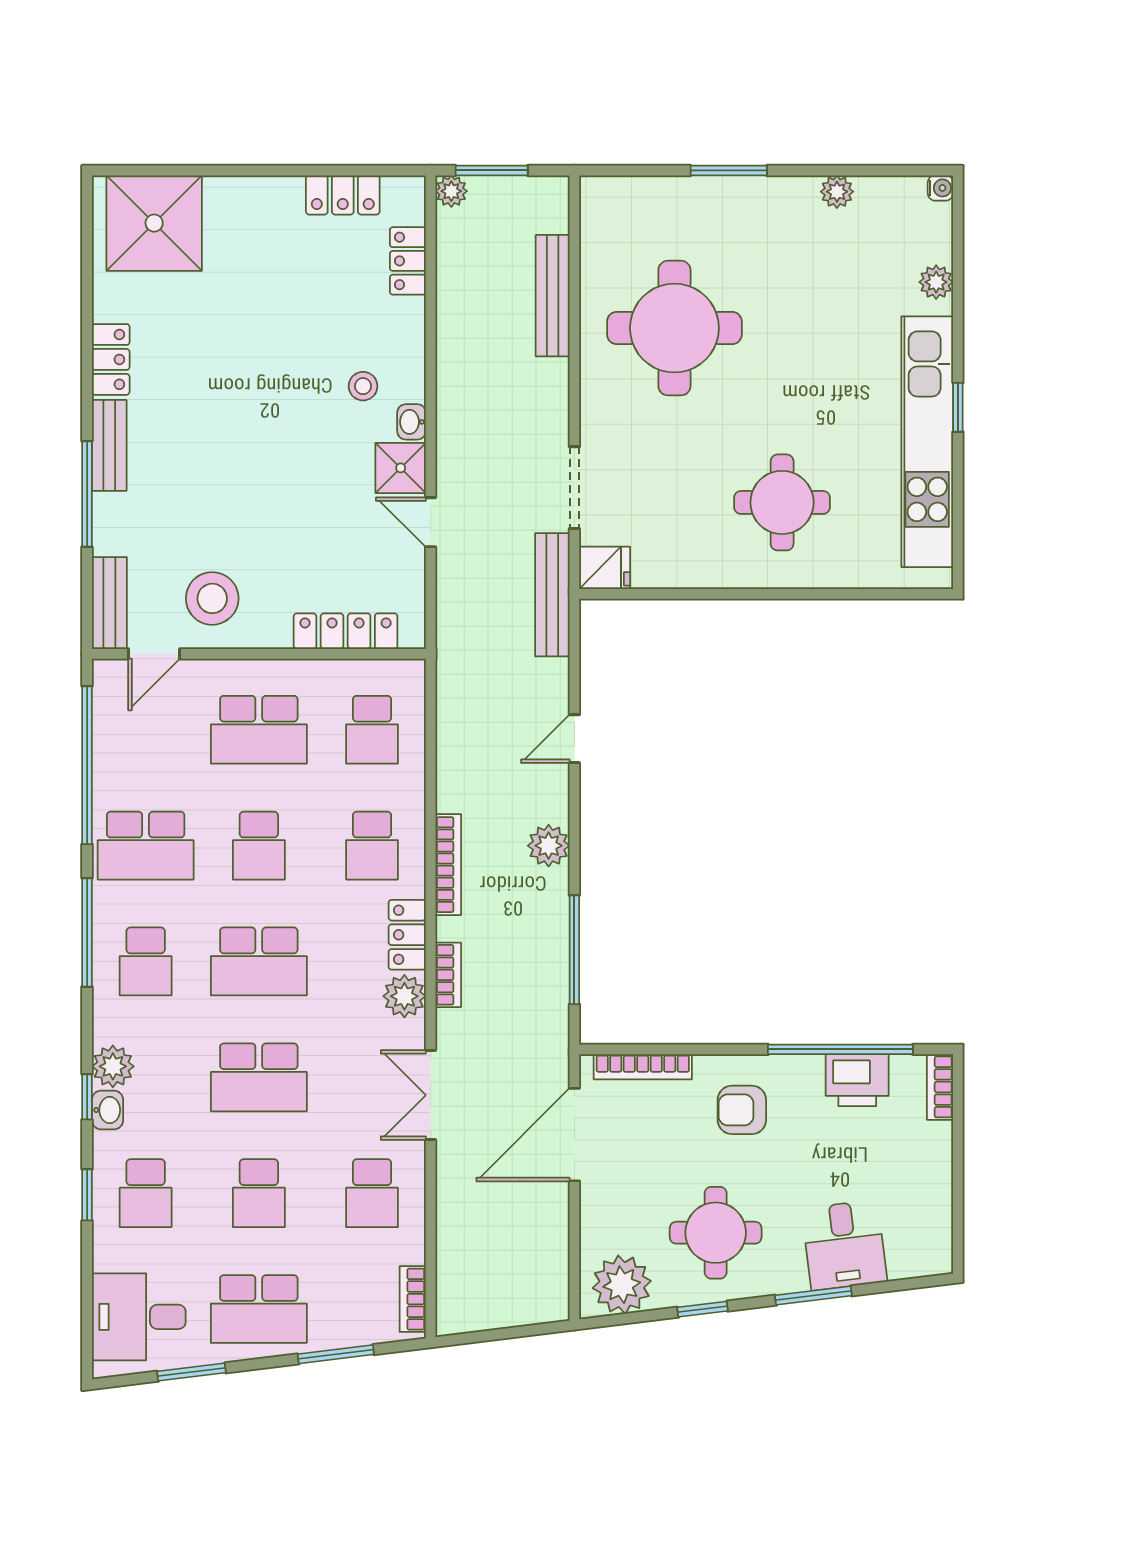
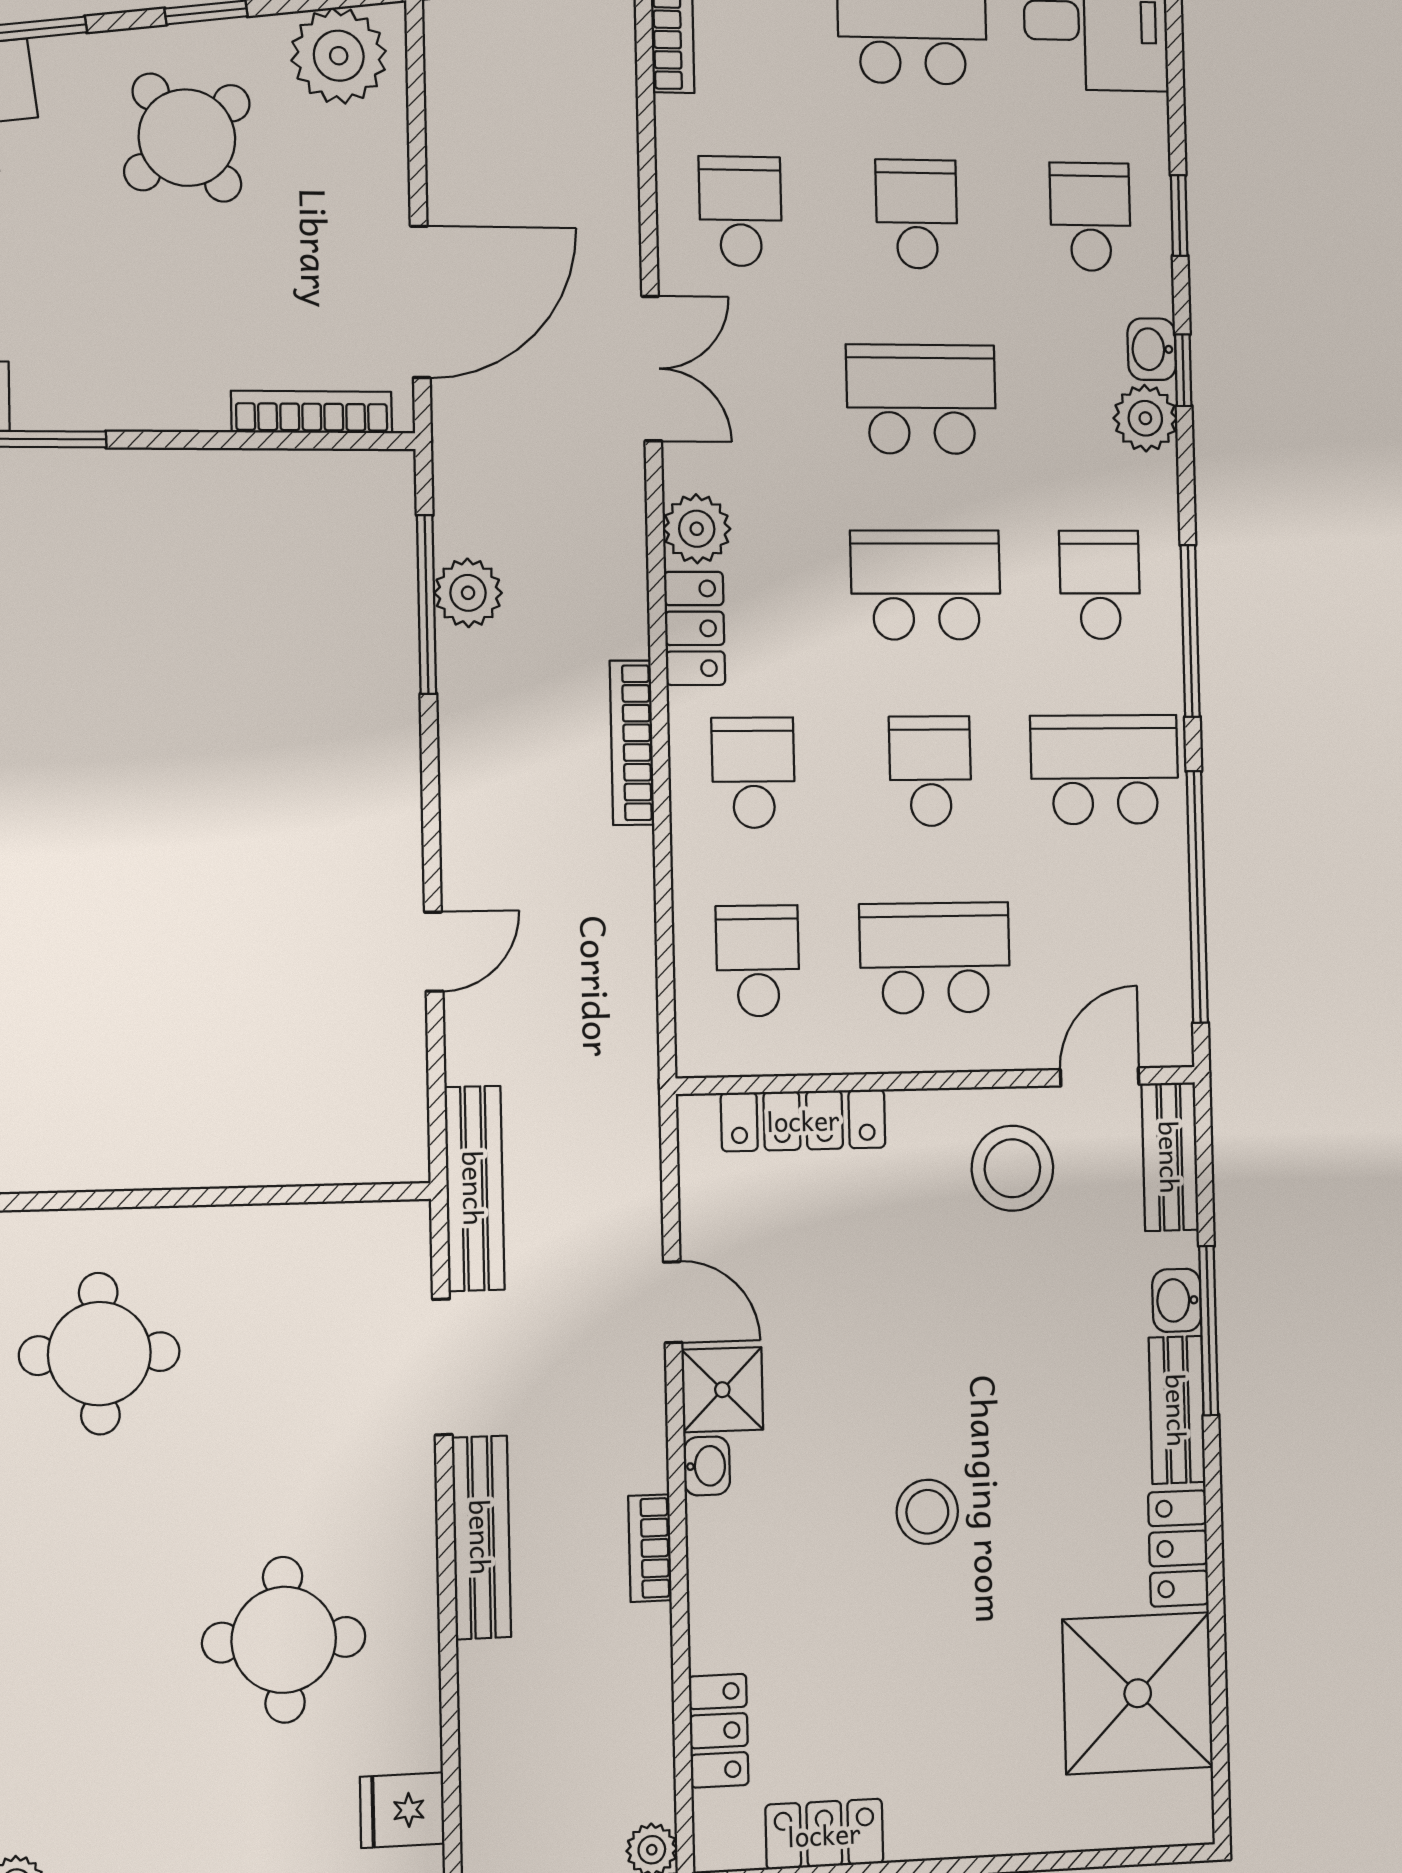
shower: (154, 223) -> (1138, 1693), moved
bench: (553, 296) -> (481, 1537), moved
round table: (674, 328) -> (284, 1640), width x0.73, depth x0.73
stool: (363, 386) -> (927, 1512), moved, width x1.37, depth x1.37
washbasin: (108, 513) -> (1177, 1300), added
fridge: (605, 568) -> (402, 1810), moved
plant: (549, 846) -> (468, 593), moved
bookcase: (448, 975) -> (650, 1548), moved
armchair: (742, 1110) -> (148, 340), removed
round table: (716, 1233) -> (187, 138), turned -38

